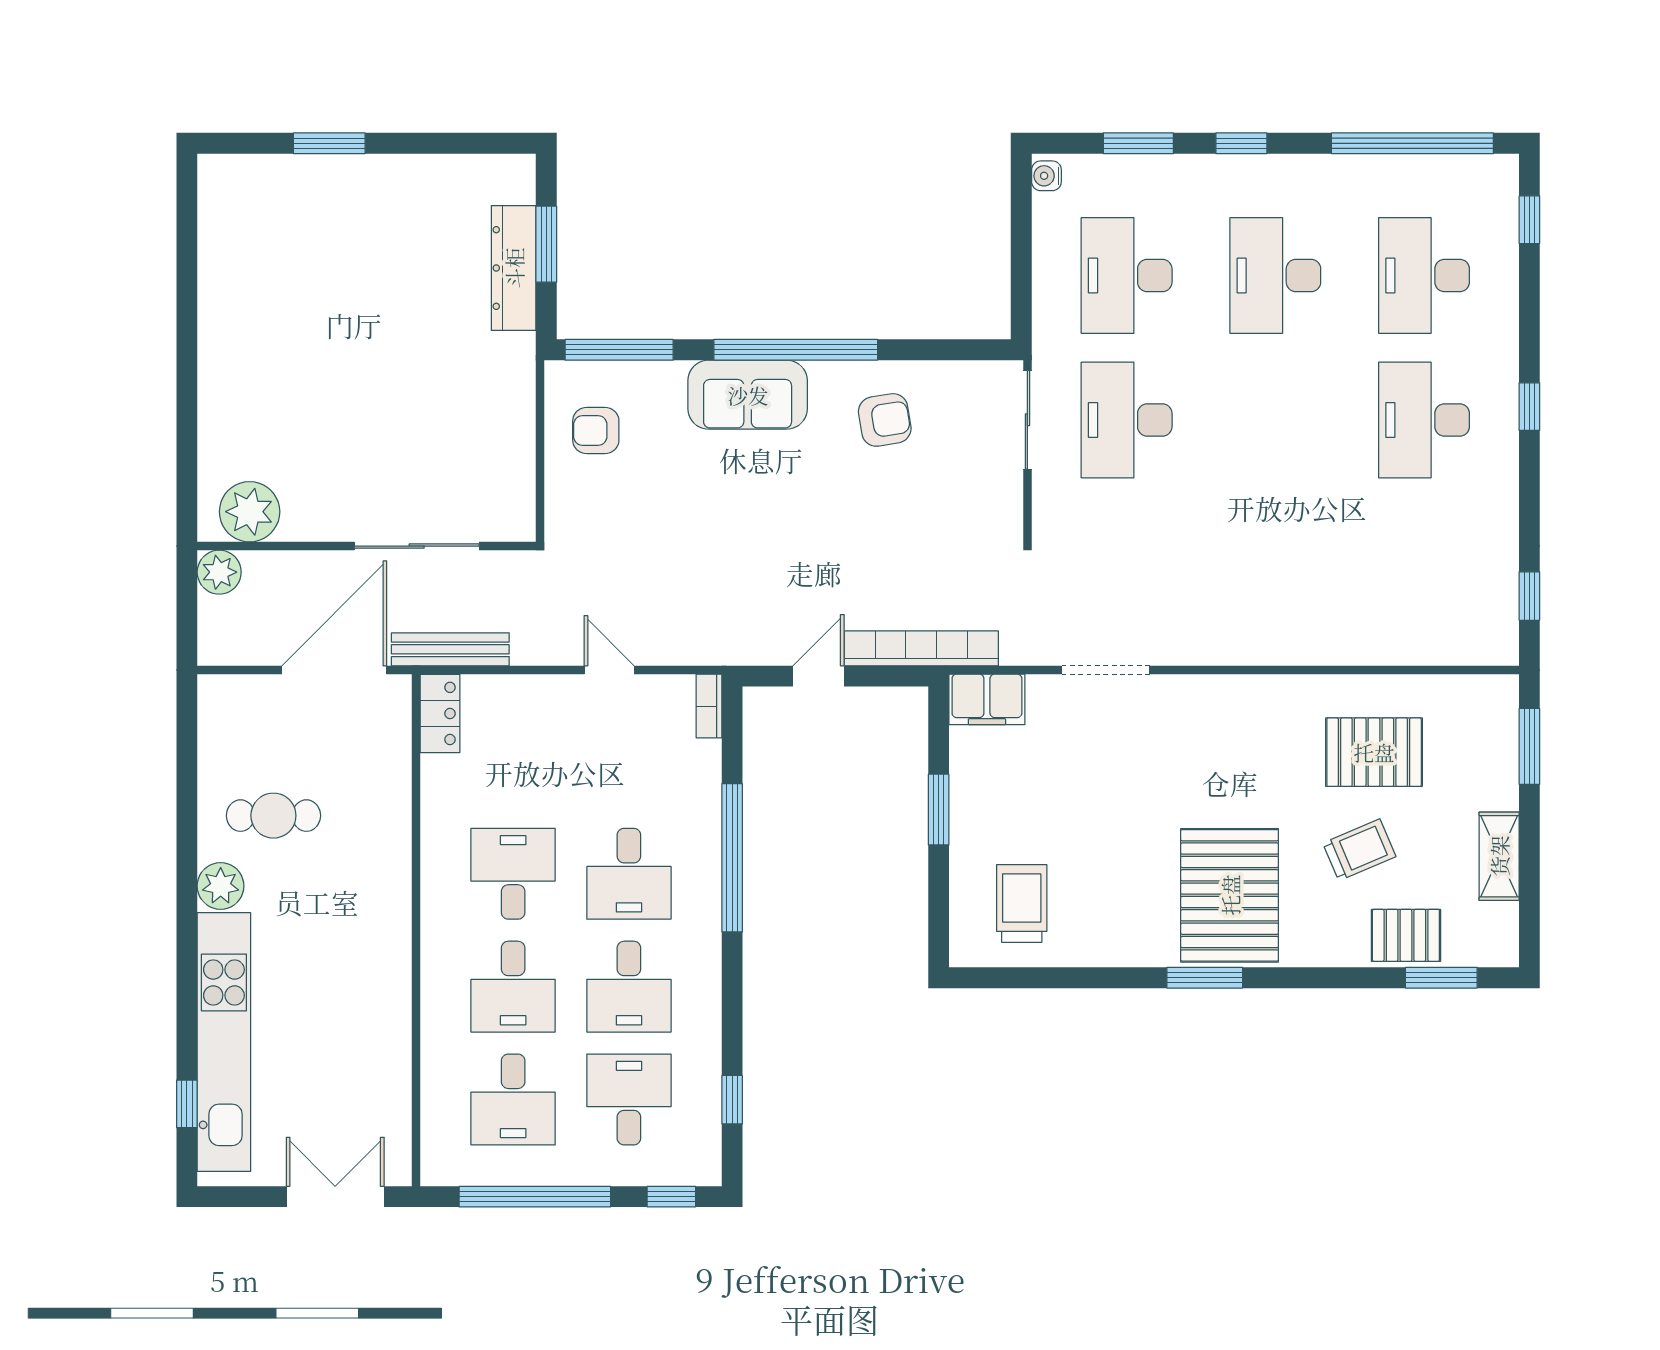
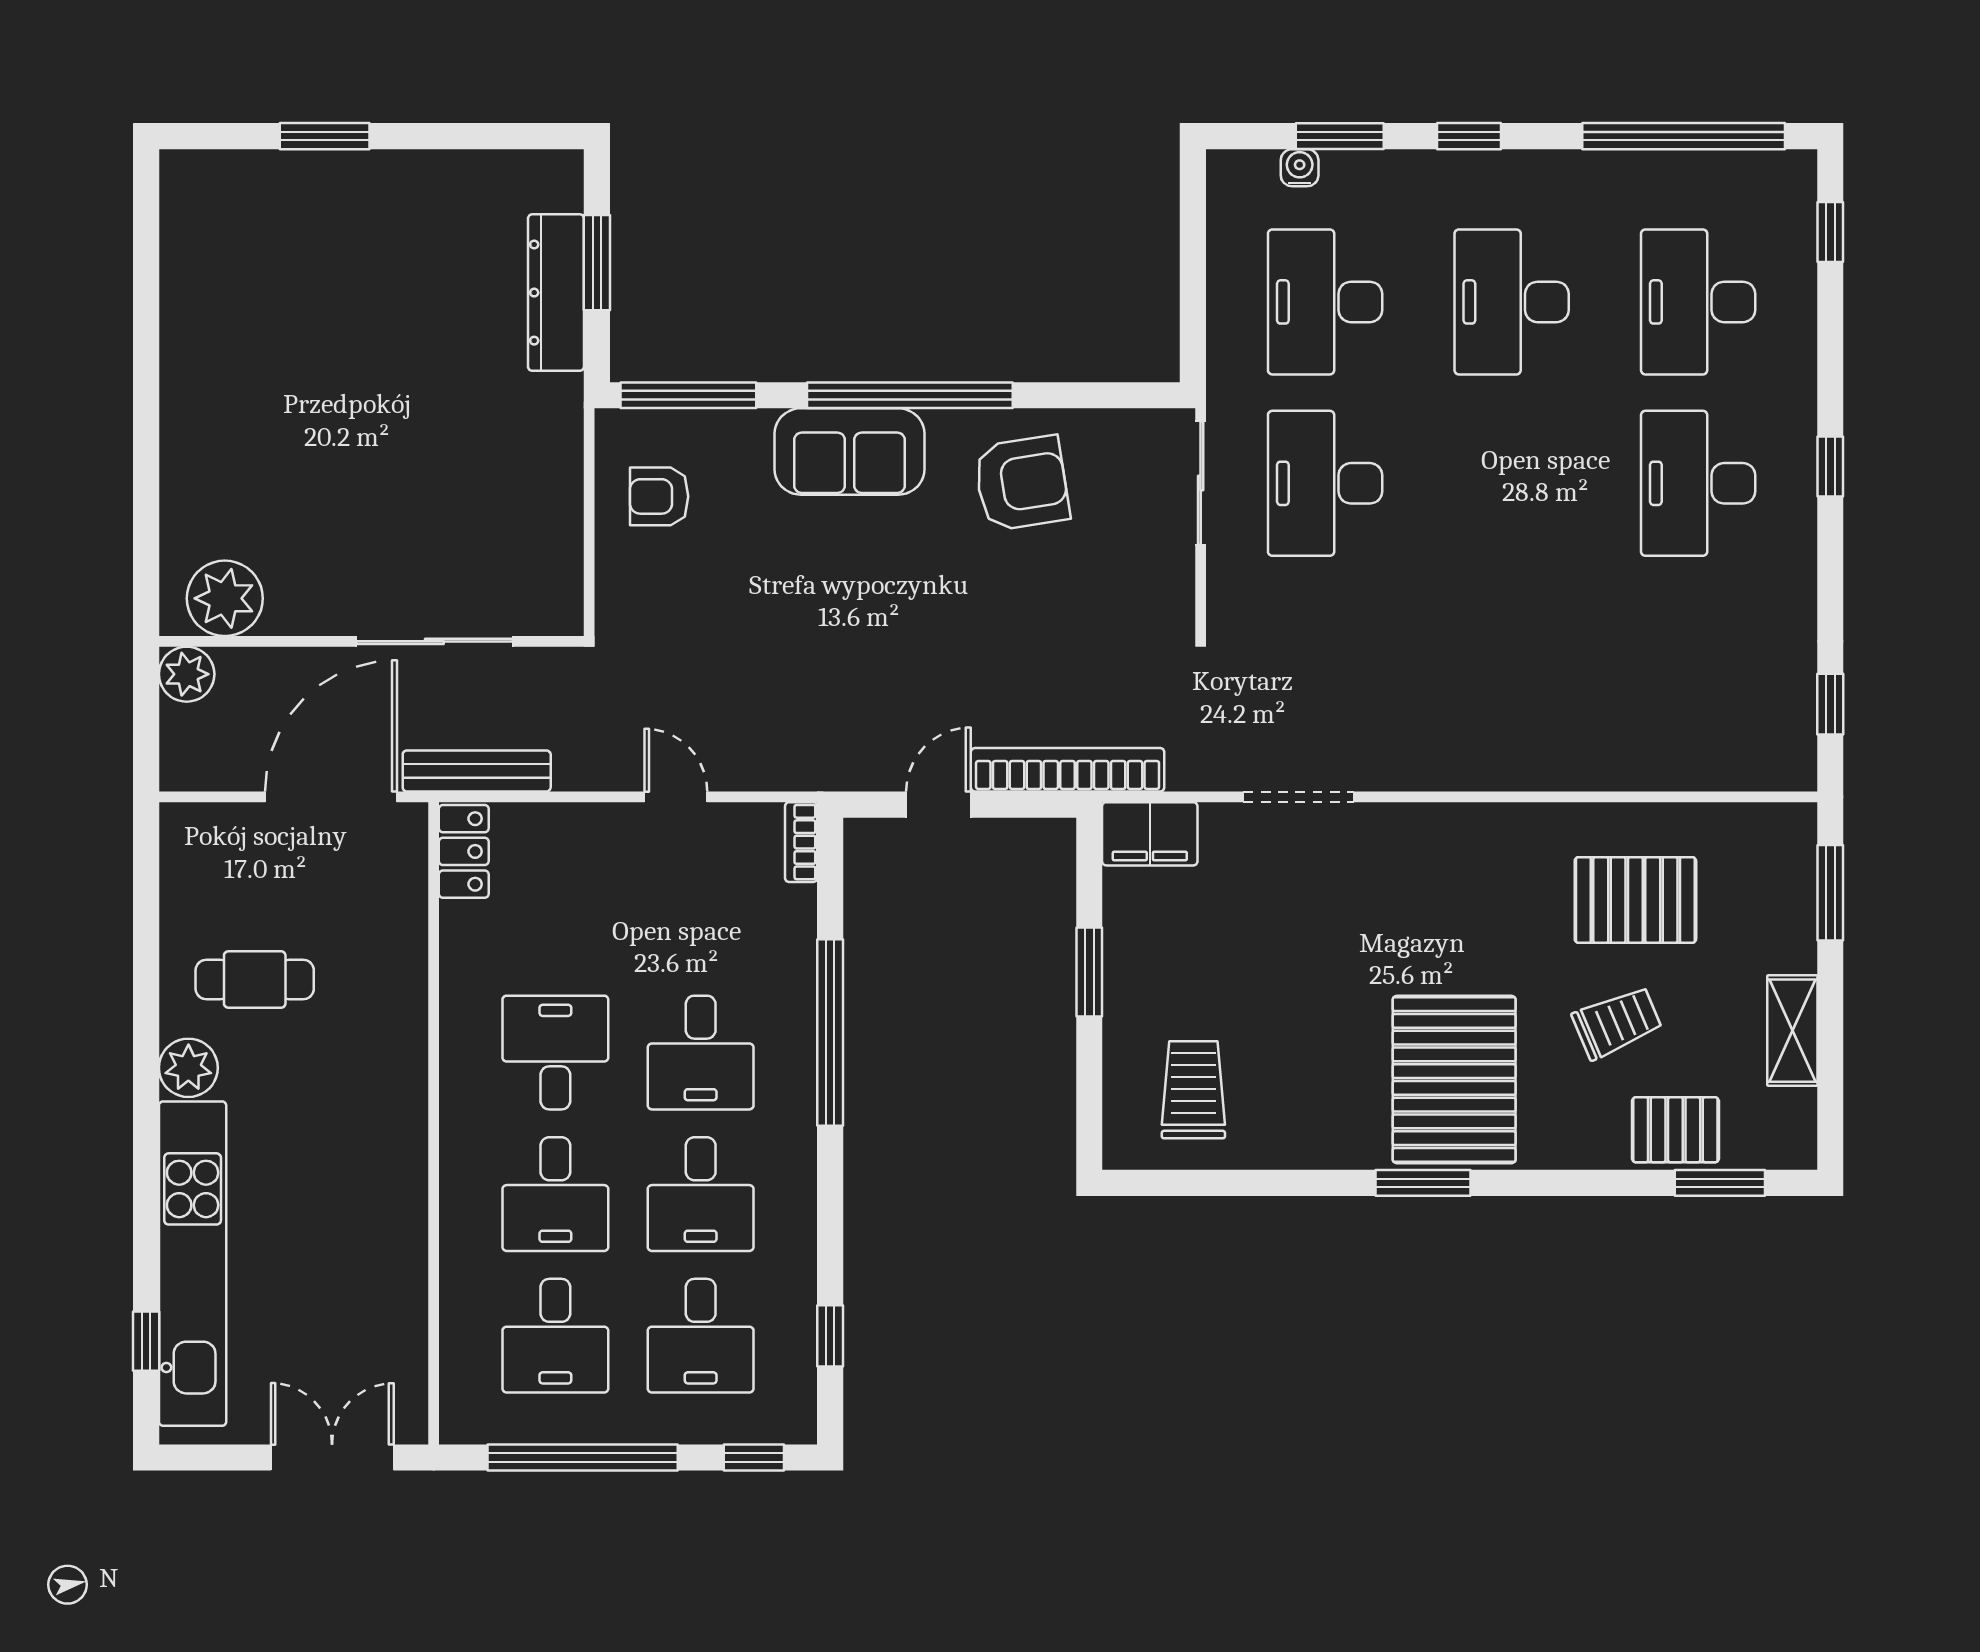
water cooler: (1046, 176) -> (1300, 168), moved, turned 90
armchair: (885, 420) -> (1022, 483), width x1.38, depth x1.38
desk: (629, 1099) -> (701, 1336), turned 180

